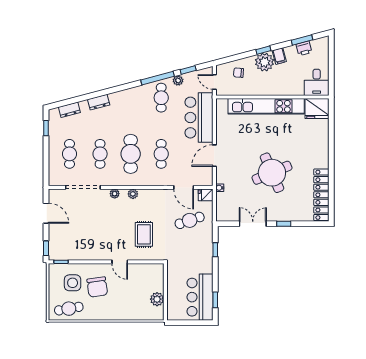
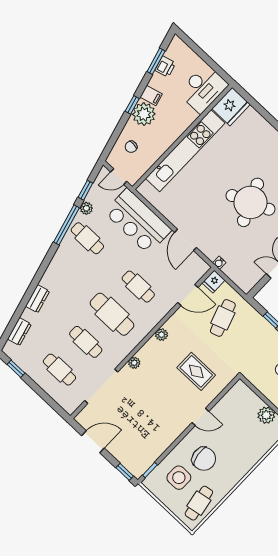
desk: (317, 82) -> (203, 88), width x1.37
plant: (133, 194) -> (162, 335), moved

